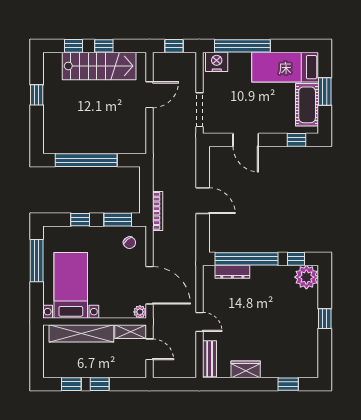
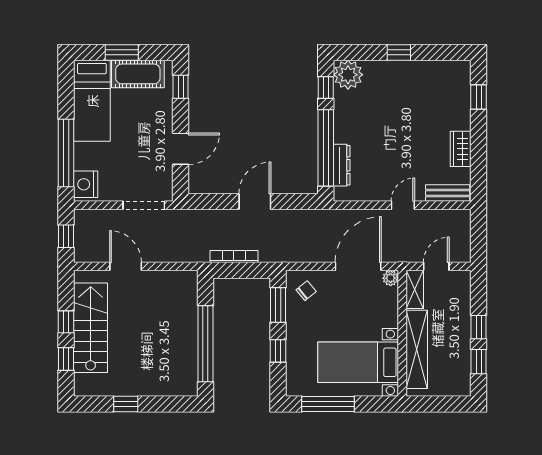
bookcase: (158, 211) -> (234, 256), moved

